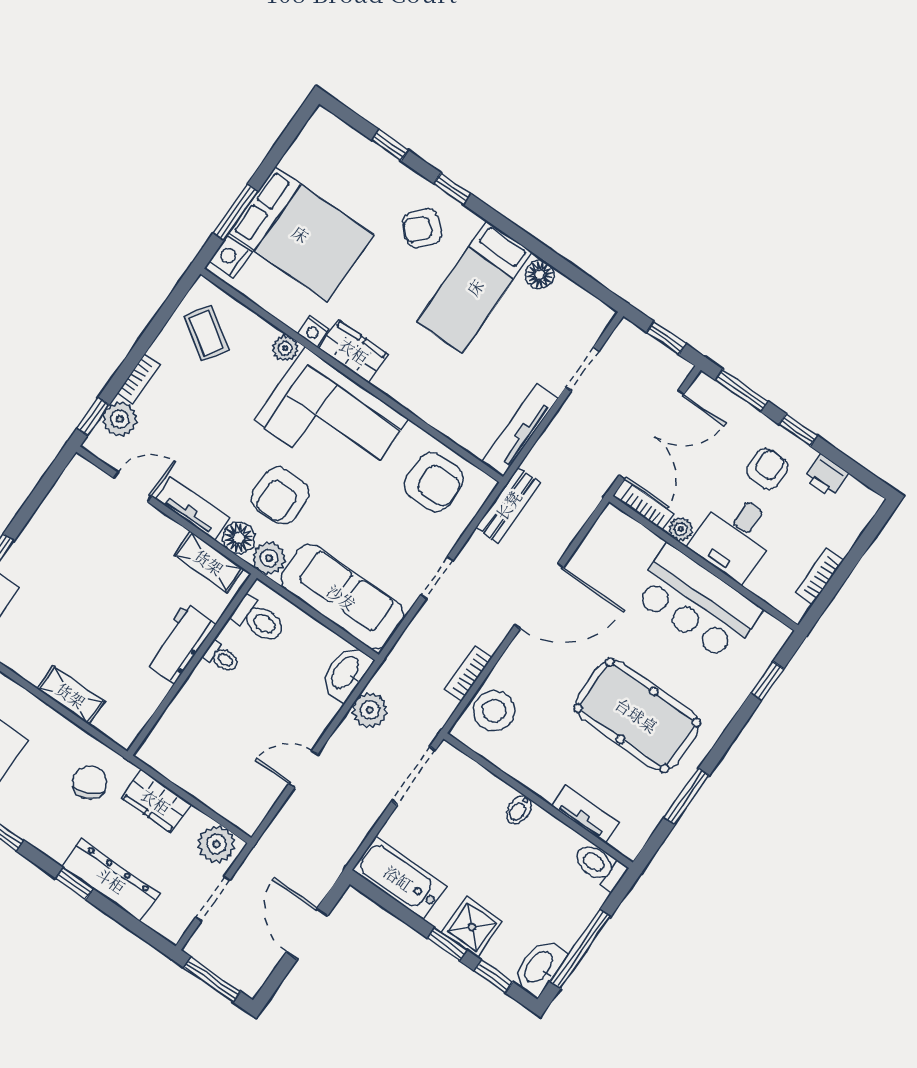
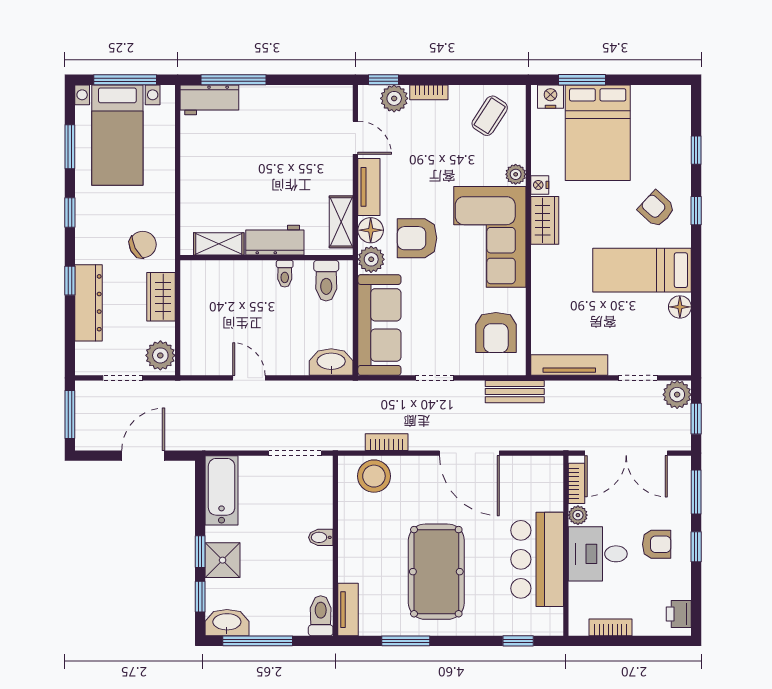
printer: (826, 476) -> (679, 614), moved
shelving: (71, 695) -> (219, 244), moved, turned 90
plant: (370, 710) -> (677, 395), moved
tv unit: (585, 814) -> (348, 610), moved

